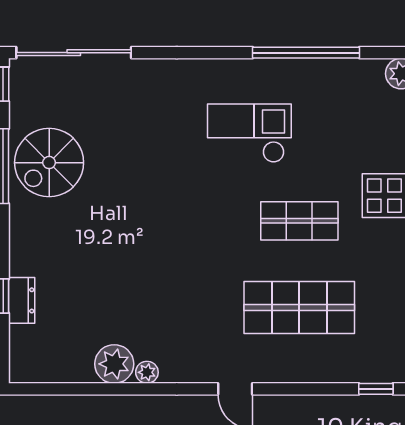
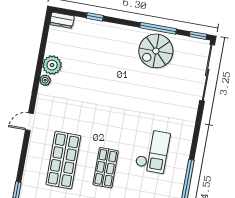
spiral stairs: (49, 163) -> (156, 51), turned -90
dresser: (22, 300) -> (62, 20), moved

